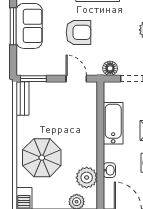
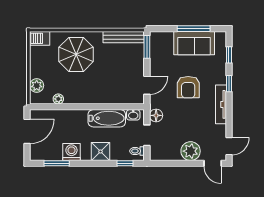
bench: (23, 98) -> (124, 37), width x1.36
washbasin: (109, 170) -> (133, 115), moved
plant: (87, 178) -> (58, 99), width x0.53, depth x0.53

